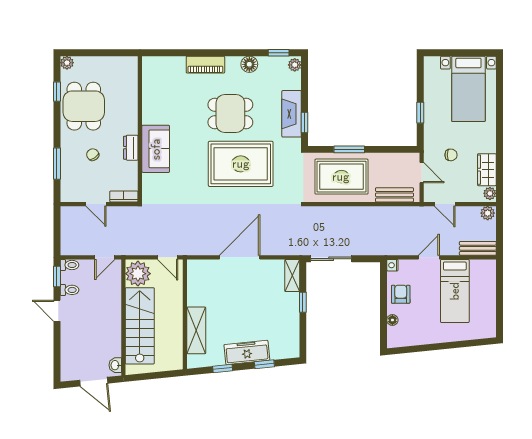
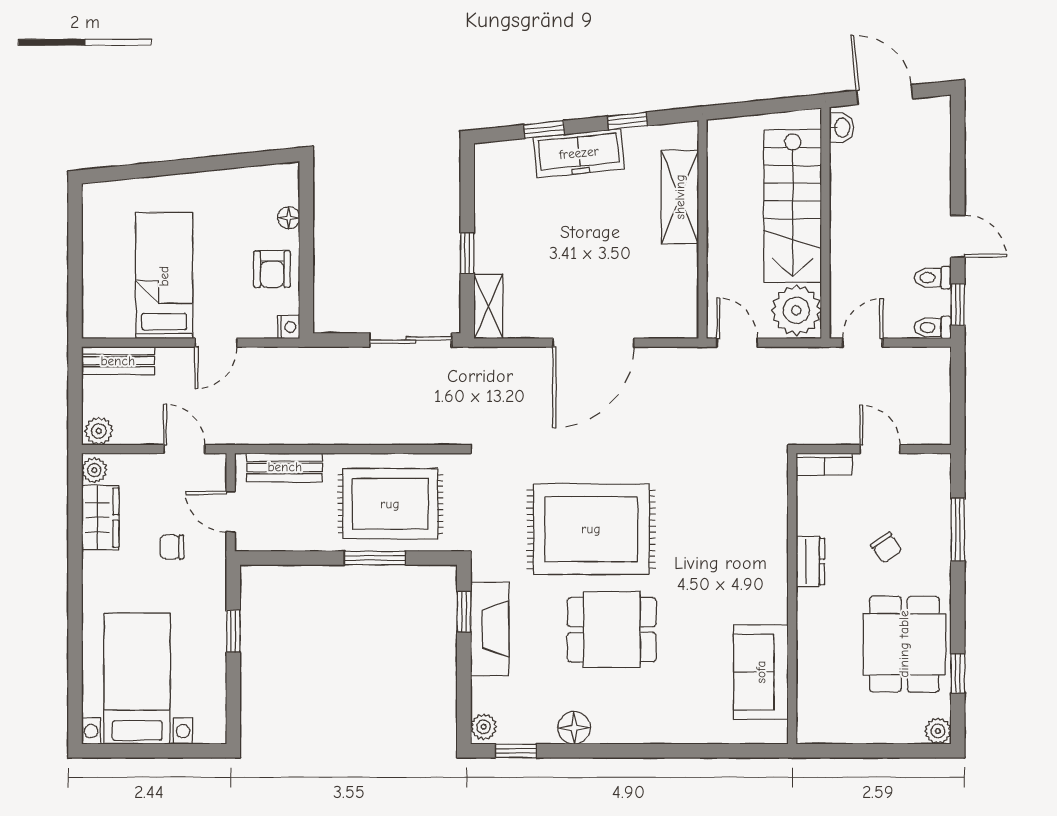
piano: (205, 65) -> (662, 727), removed
sofa: (156, 149) -> (761, 672), moved

